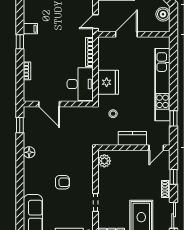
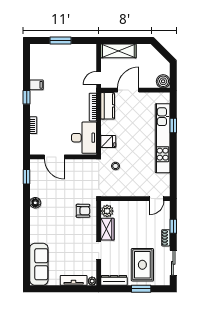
boiler: (163, 14) -> (163, 81), moved
fridge: (108, 82) -> (108, 141), width x0.53, depth x0.75
window: (174, 118) -> (173, 125), moved
kitchen counter: (132, 138) -> (108, 106), moved, turned 90
wardrobe: (105, 180) -> (107, 229), added
armchair: (62, 182) -> (83, 211), moved

